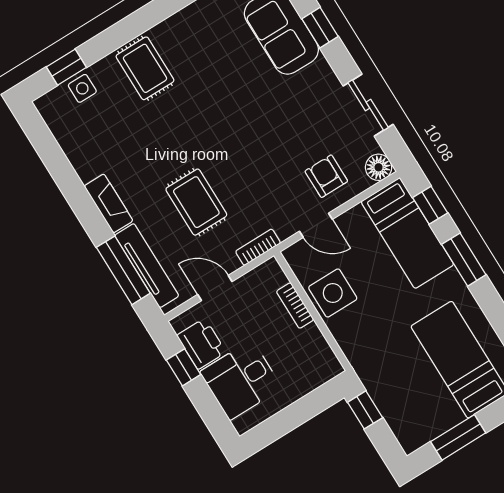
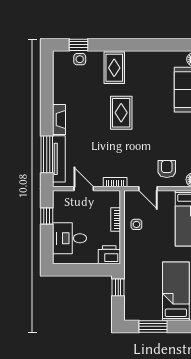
rug: (196, 202) -> (121, 113), moved
side table: (333, 293) -> (136, 224), width x0.54, depth x0.54
printer: (201, 344) -> (109, 255), moved, turned -90

